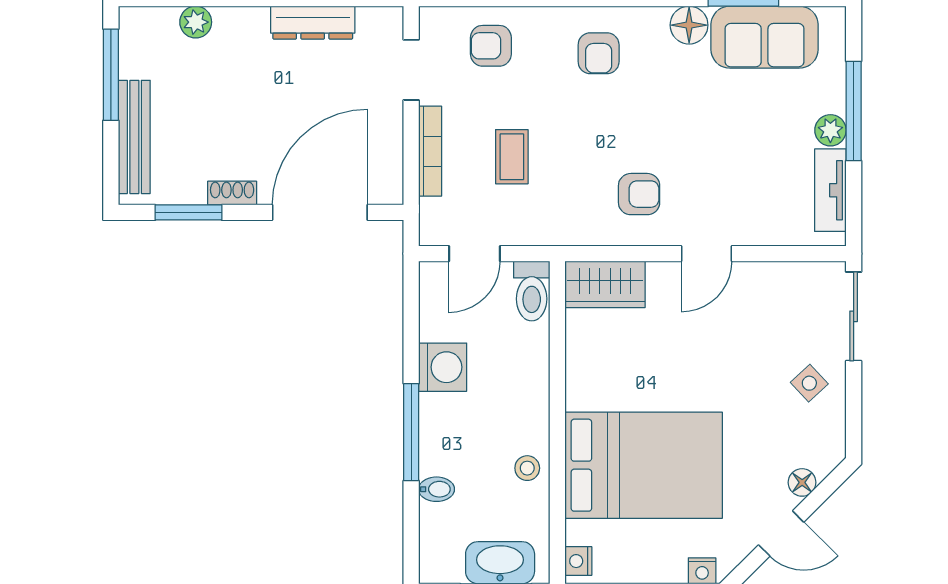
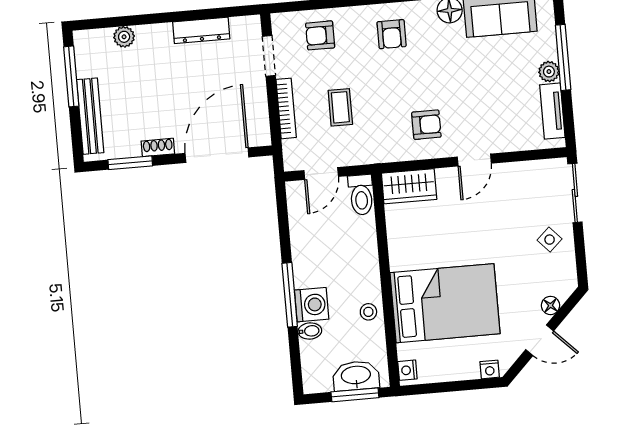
washing machine: (443, 367) -> (312, 305), moved

